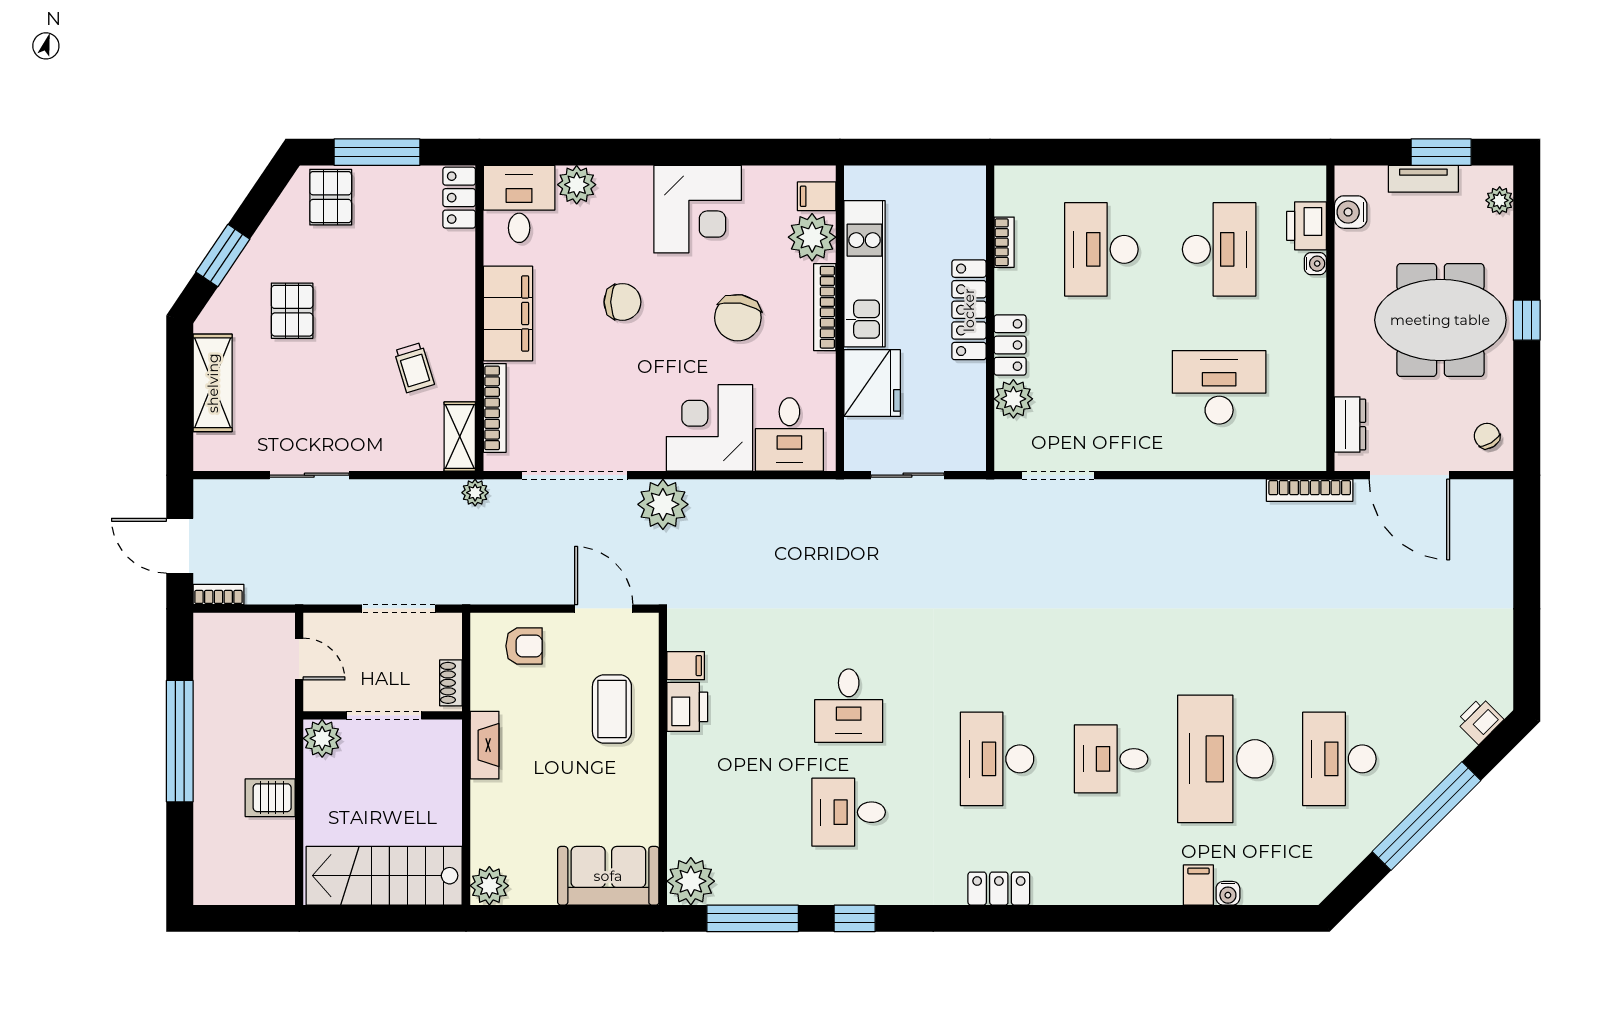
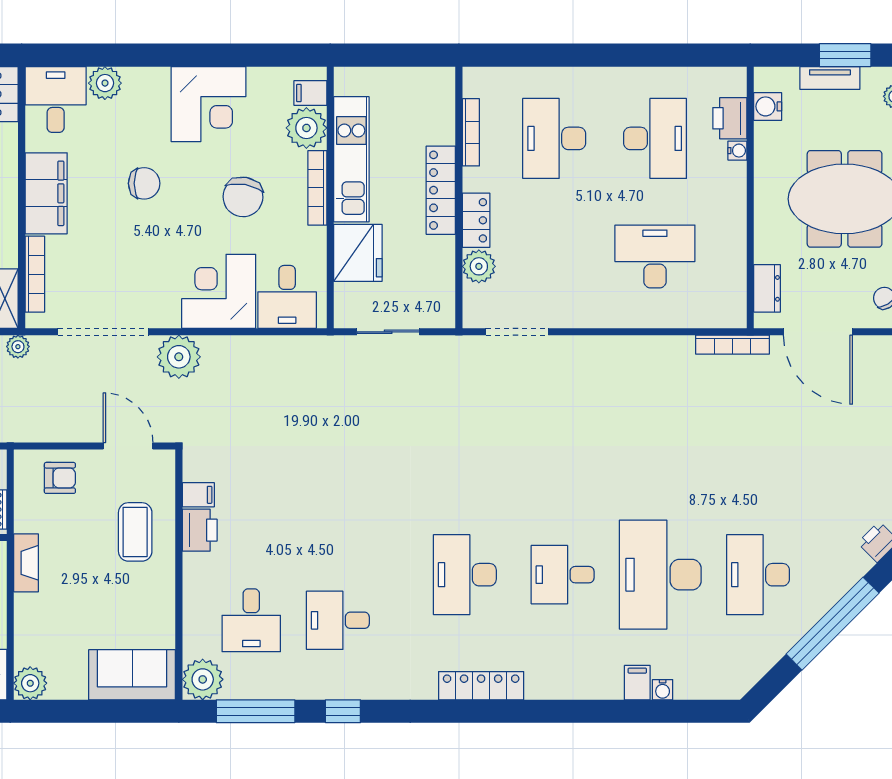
bookcase: (1004, 242) -> (471, 132), width x1.56
desk: (849, 706) -> (251, 620), moved
locker: (999, 889) -> (481, 686), width x1.53

